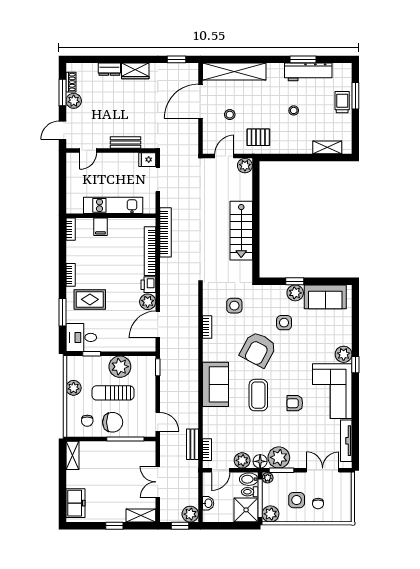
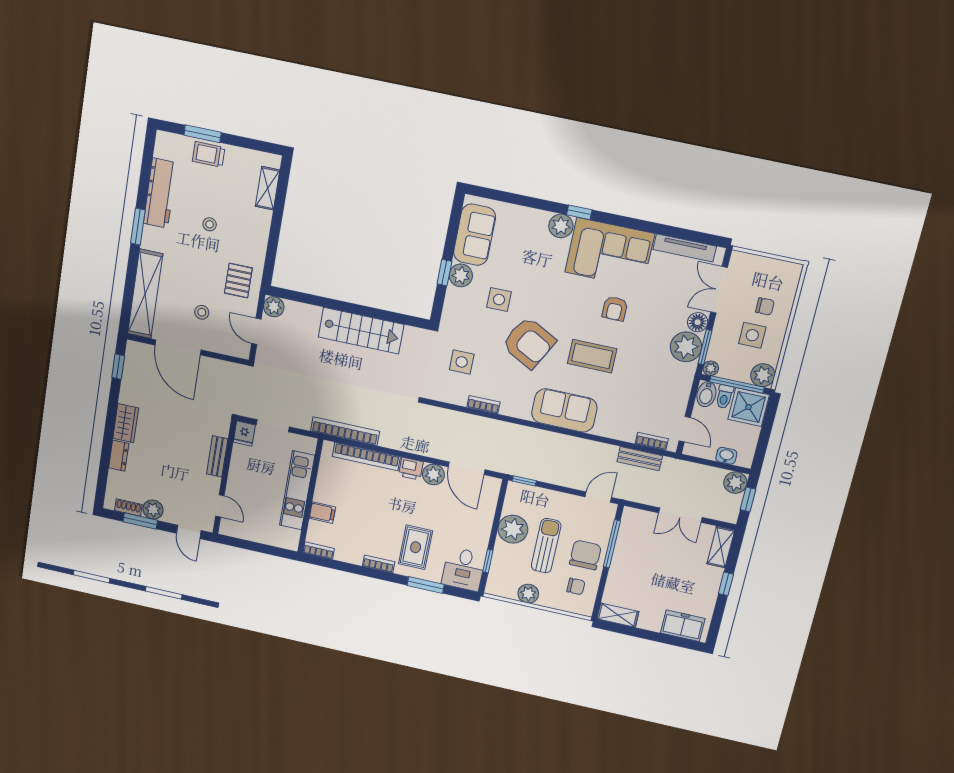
window: (303, 59) -> (138, 227), moved
sun lounger: (113, 393) -> (546, 546), turned 180
plant: (242, 460) -> (678, 398), removed
floor lamp: (260, 461) -> (698, 322), moved

